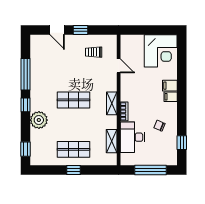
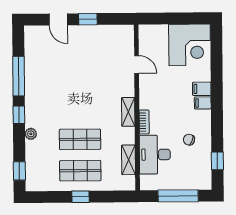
trolley: (94, 52) -> (105, 47), removed
shop shelf: (73, 100) -> (80, 139), moved
plant: (39, 120) -> (31, 134), width x0.53, depth x0.53

